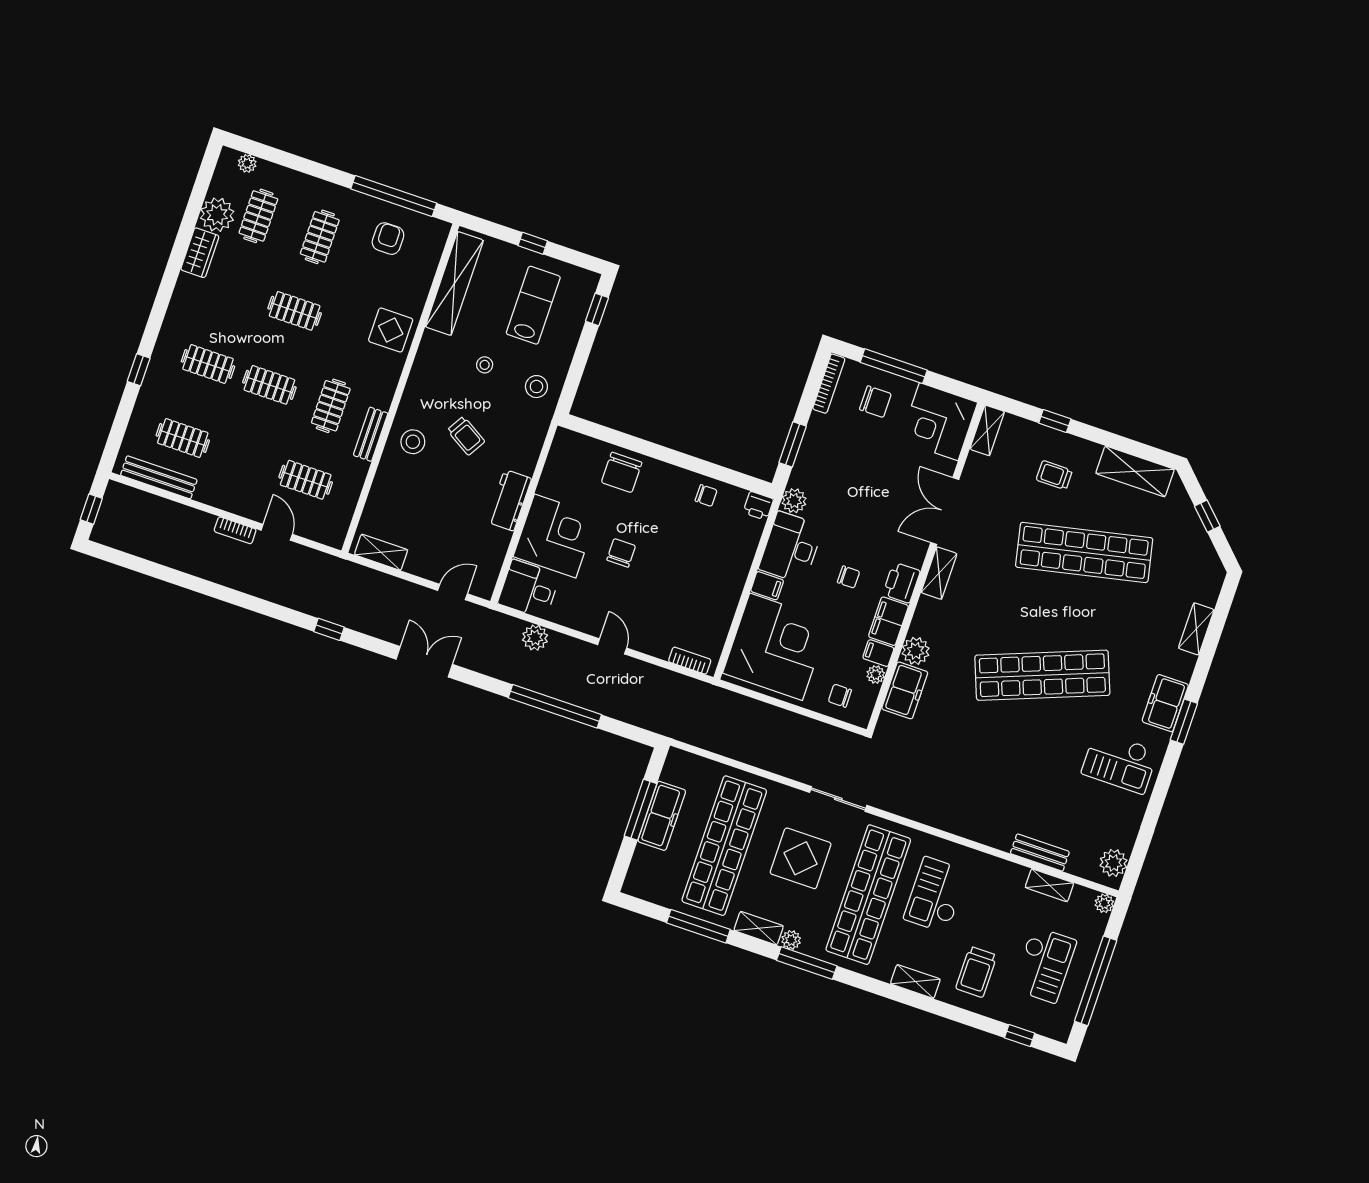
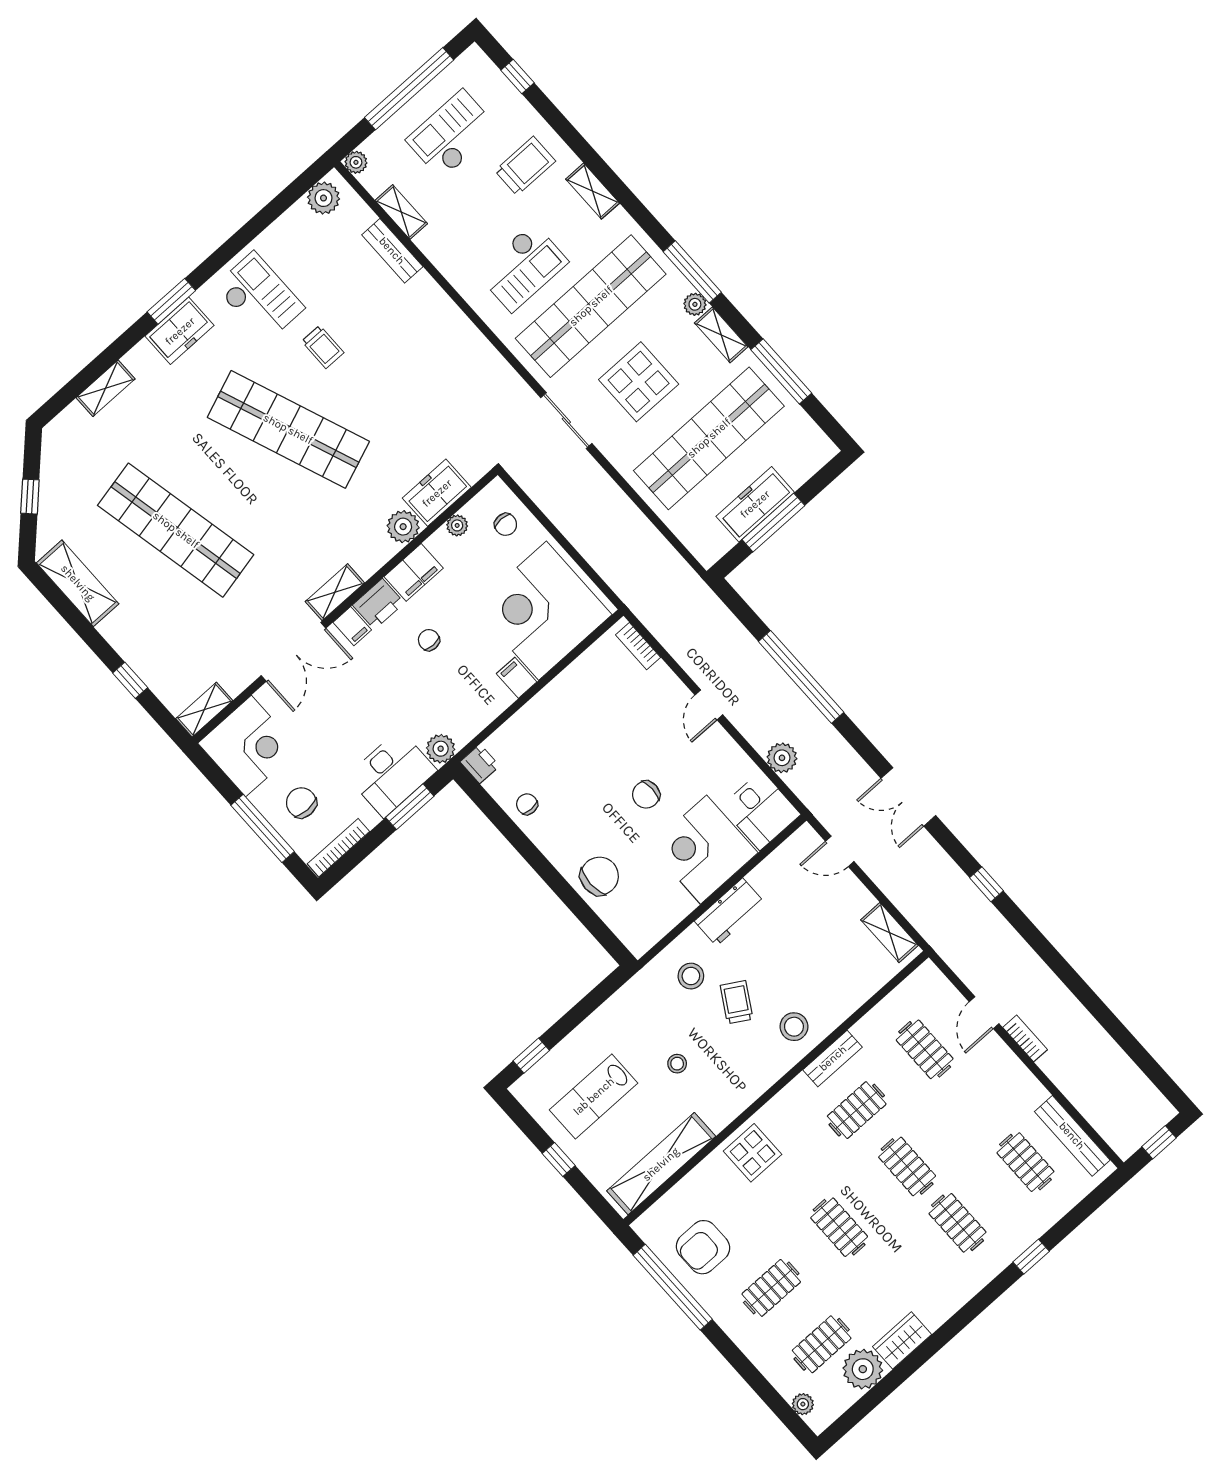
armchair: (388, 239) -> (703, 1247), width x1.38, depth x1.38
stool: (536, 387) -> (691, 976), moved
trolley: (1054, 475) -> (323, 347), moved
desk: (791, 548) -> (392, 773), moved
filing cabinet: (878, 653) -> (352, 626), moved

